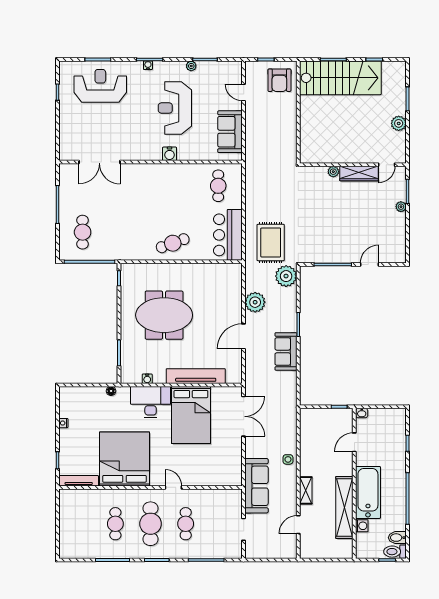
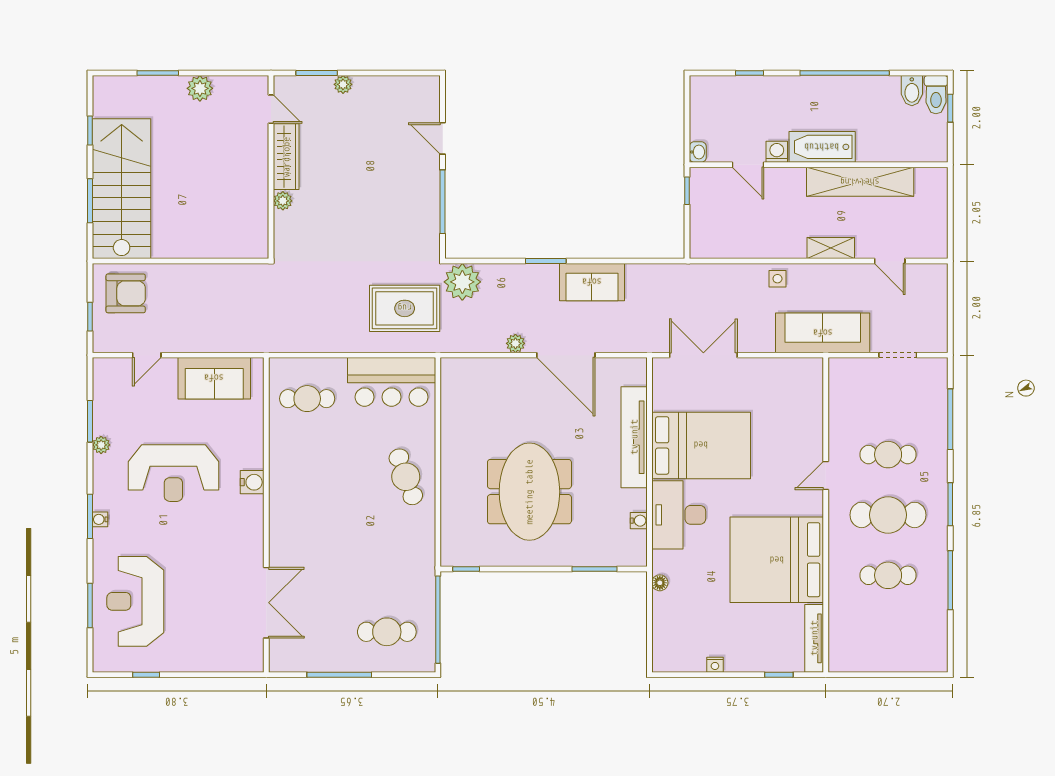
plant: (255, 302) -> (515, 343), width x0.53, depth x0.53
door: (244, 336) -> (566, 355), width x1.36
bathtub: (368, 492) -> (822, 147), width x0.73, depth x0.73
washing machine: (362, 526) -> (777, 152), moved

